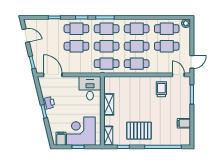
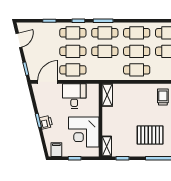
door: (26, 36) -> (19, 40), hinge flipped
cafe table: (107, 64) -> (73, 70), moved
door: (53, 75) -> (48, 82), hinge flipped
desk: (90, 88) -> (74, 96), moved
printer: (49, 103) -> (46, 122), moved
shelving: (109, 104) -> (107, 95), moved
corner desk: (81, 131) -> (84, 132), moved, turned -90
pallet: (139, 131) -> (150, 135), moved

